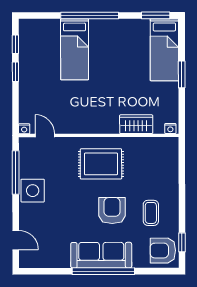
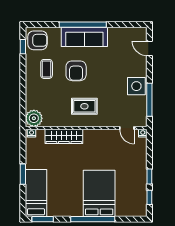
bed: (75, 49) -> (99, 193), width x1.50
wardrobe: (136, 124) -> (64, 136), width x1.50
plant: (167, 148) -> (34, 118), added
rug: (101, 164) -> (84, 106), width x0.73, depth x0.70

